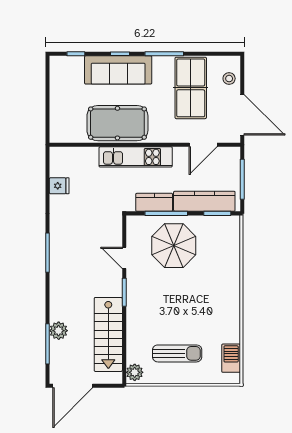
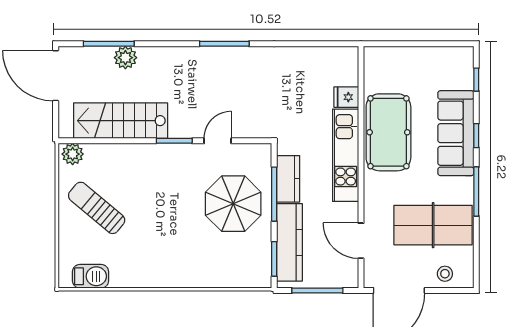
fridge: (59, 186) -> (346, 97), moved, turned 90
sun lounger: (177, 353) -> (97, 208), turned 130

